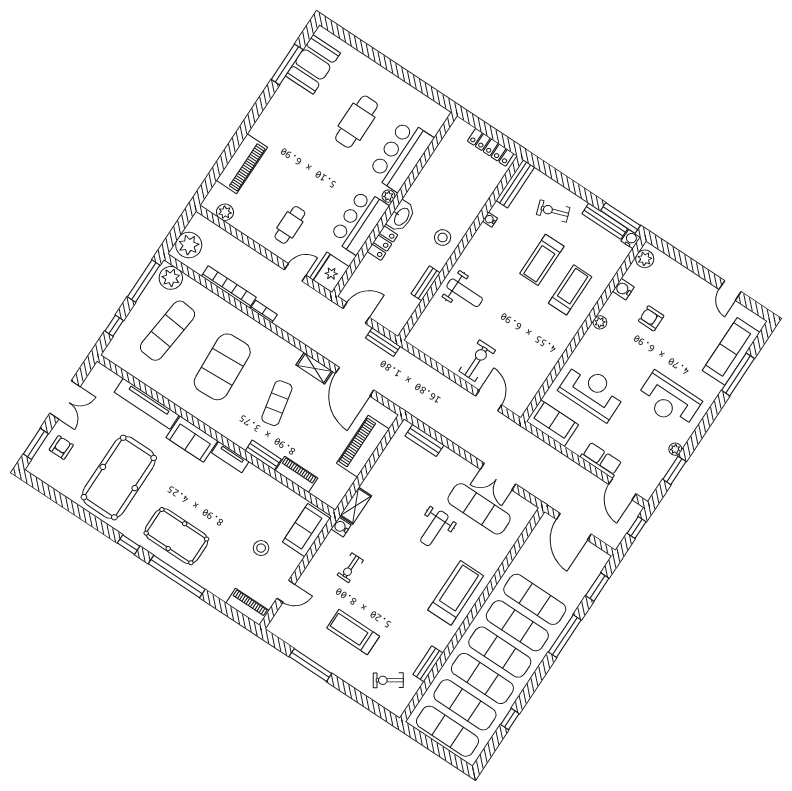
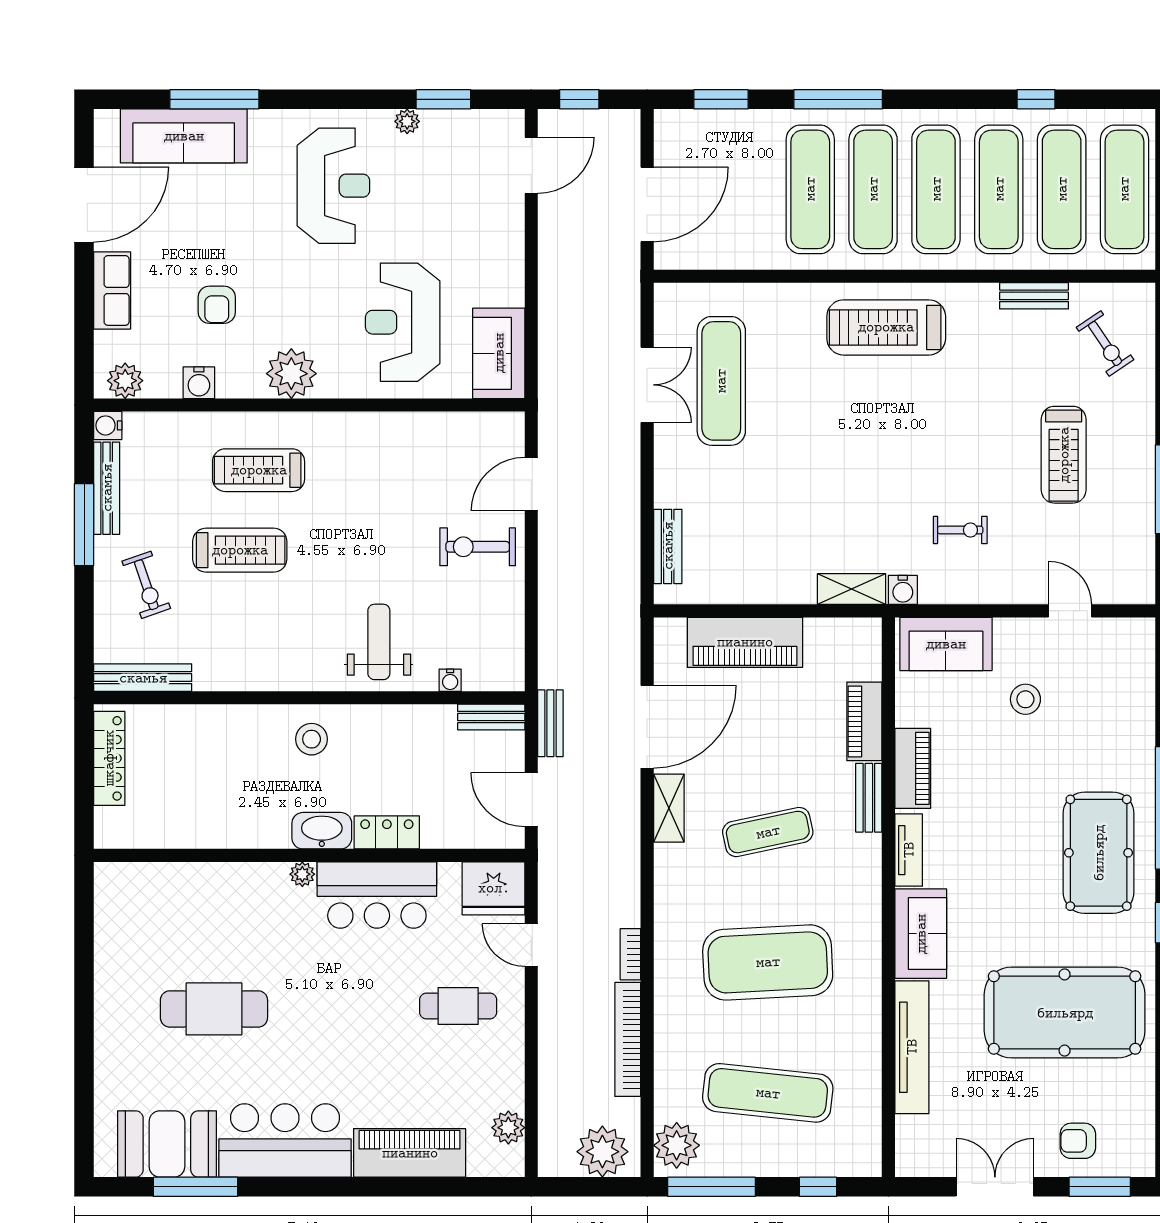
bar counter: (401, 155) -> (285, 1140), moved, turned 180
window: (620, 218) -> (84, 525), moved
water cooler: (490, 220) -> (450, 680), moved
bench: (426, 283) -> (491, 717), moved
door: (730, 290) -> (84, 205), width x1.87
plant: (600, 322) -> (291, 374), width x1.88, depth x1.88
row of seats: (601, 460) -> (112, 290), moved, turned 180
weight bench: (434, 528) -> (803, 434), removed
piano: (248, 607) -> (913, 768), moved, turned 180

